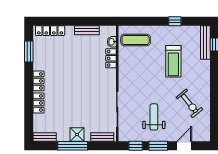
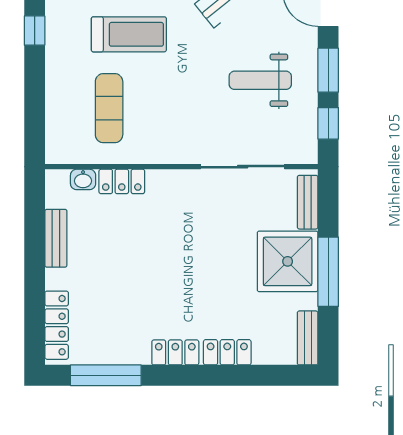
exercise mat: (136, 40) -> (109, 108), moved
window: (29, 51) -> (106, 375), width x1.44
shower: (77, 135) -> (288, 261), width x1.86, depth x1.86

